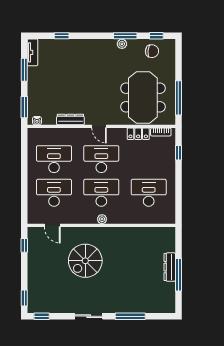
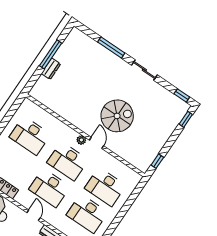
door: (52, 225) -> (97, 143), moved
dresser: (170, 267) -> (51, 69), width x0.70

